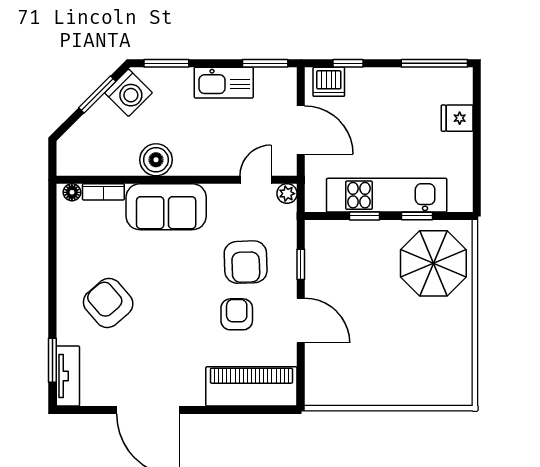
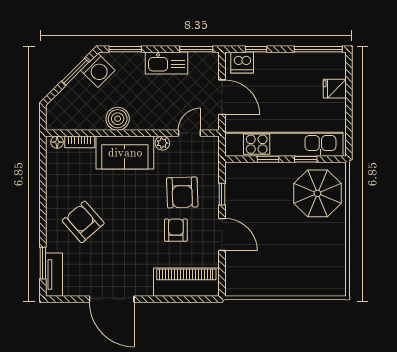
plant: (287, 194) -> (162, 143), moved
kitchen unit: (387, 195) -> (284, 144), width x1.36

